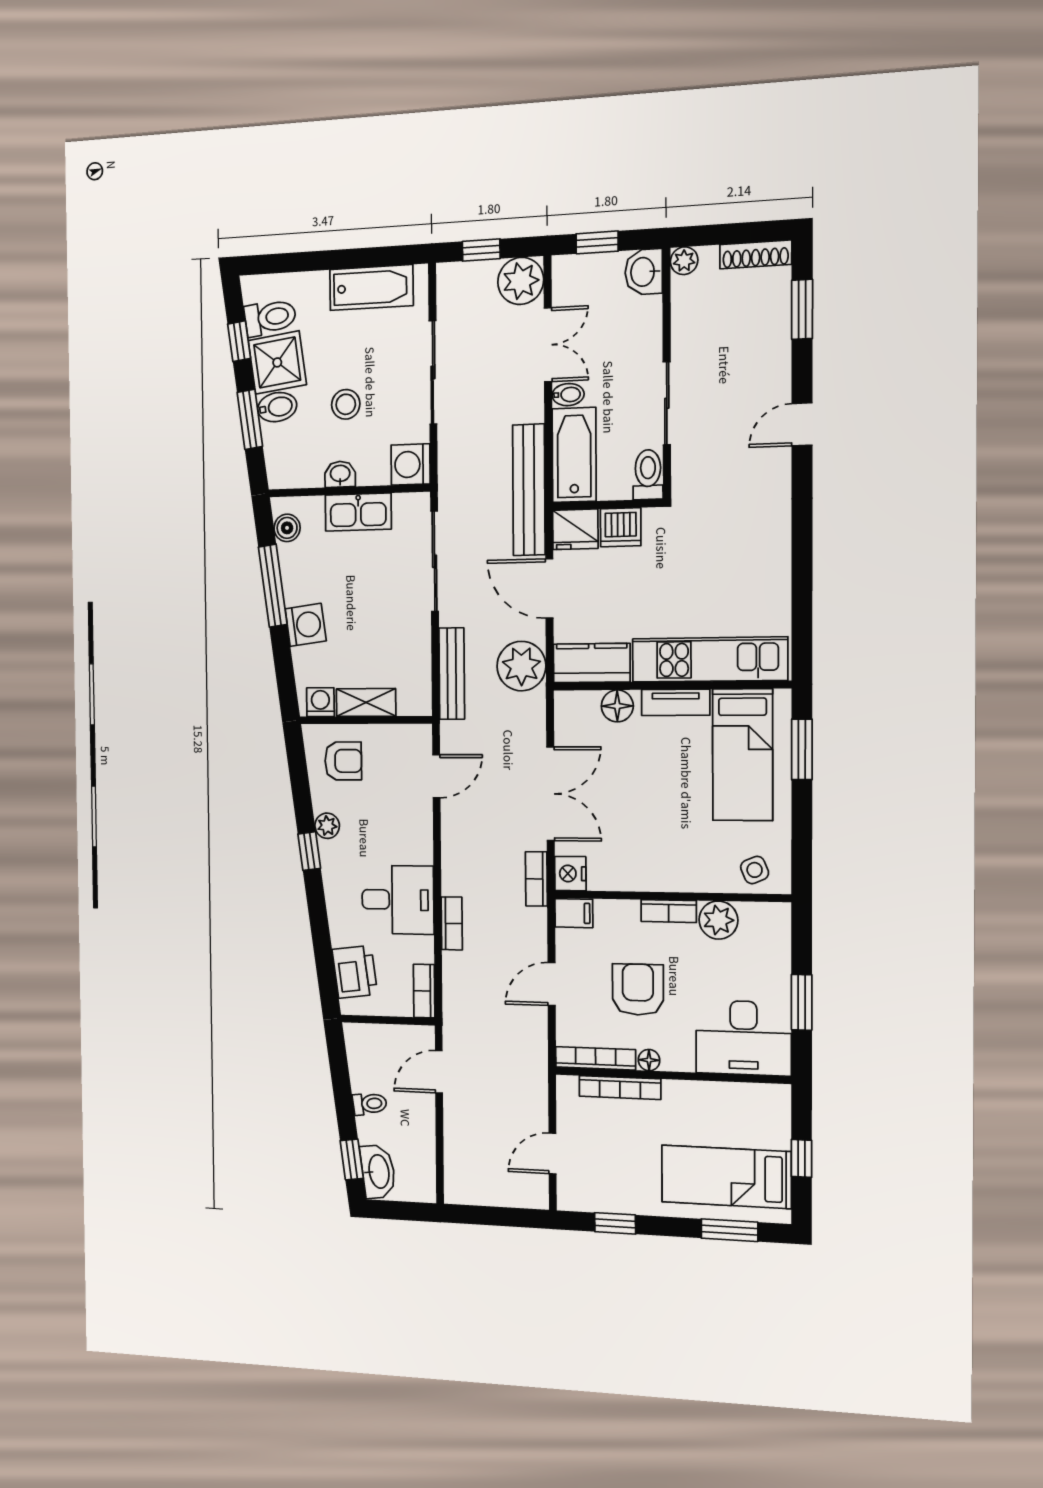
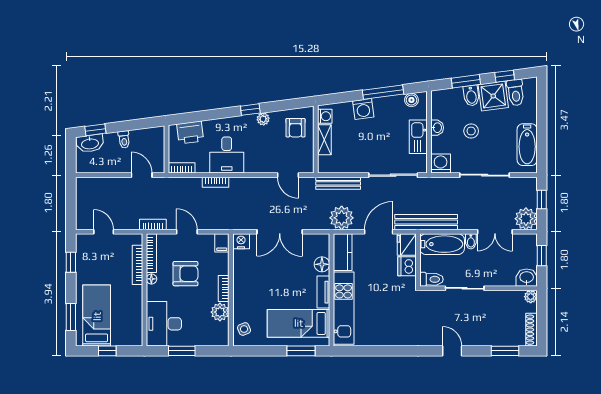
bookcase: (536, 879) -> (153, 225), moved

